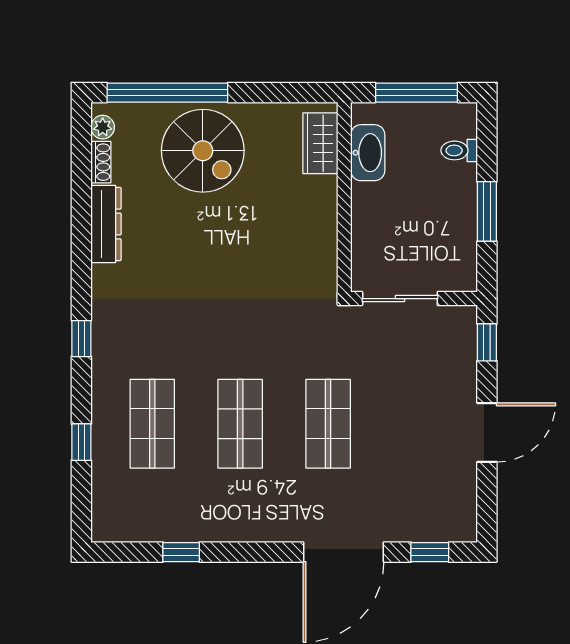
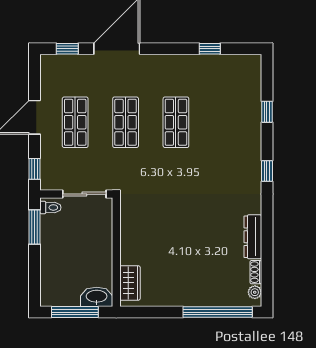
toilet: (459, 150) -> (50, 207), moved
spiral stairs: (203, 151) -> (197, 279), removed
washbasin: (368, 153) -> (97, 297), moved, turned 90
window: (487, 211) -> (35, 227), moved
shop shelf: (152, 424) -> (75, 122), moved

